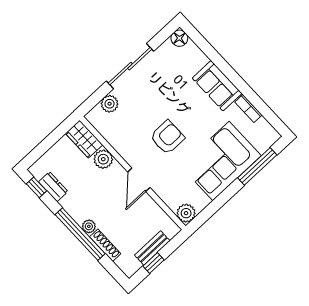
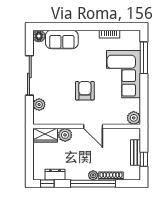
sofa: (217, 86) -> (62, 39), moved

